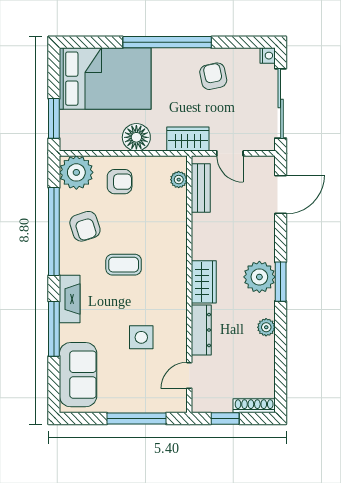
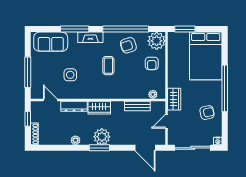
floor lamp: (136, 137) -> (175, 72), removed
bench: (201, 188) -> (137, 106), moved

